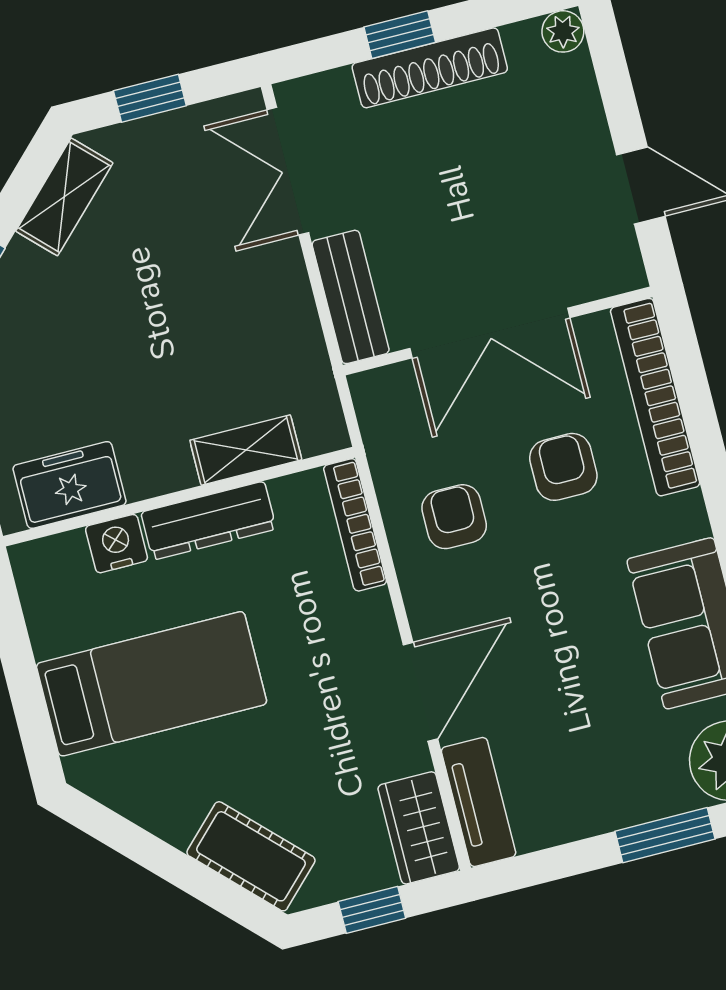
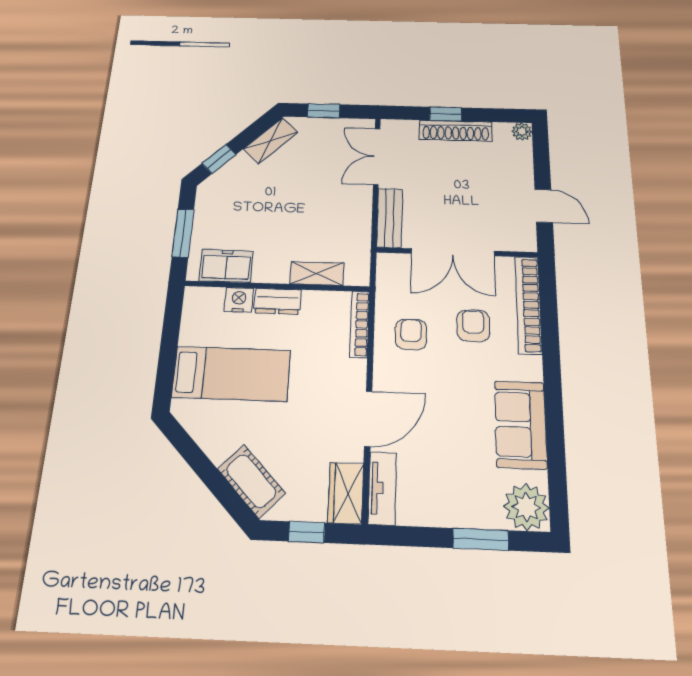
dresser: (209, 521) -> (278, 301), width x0.70

